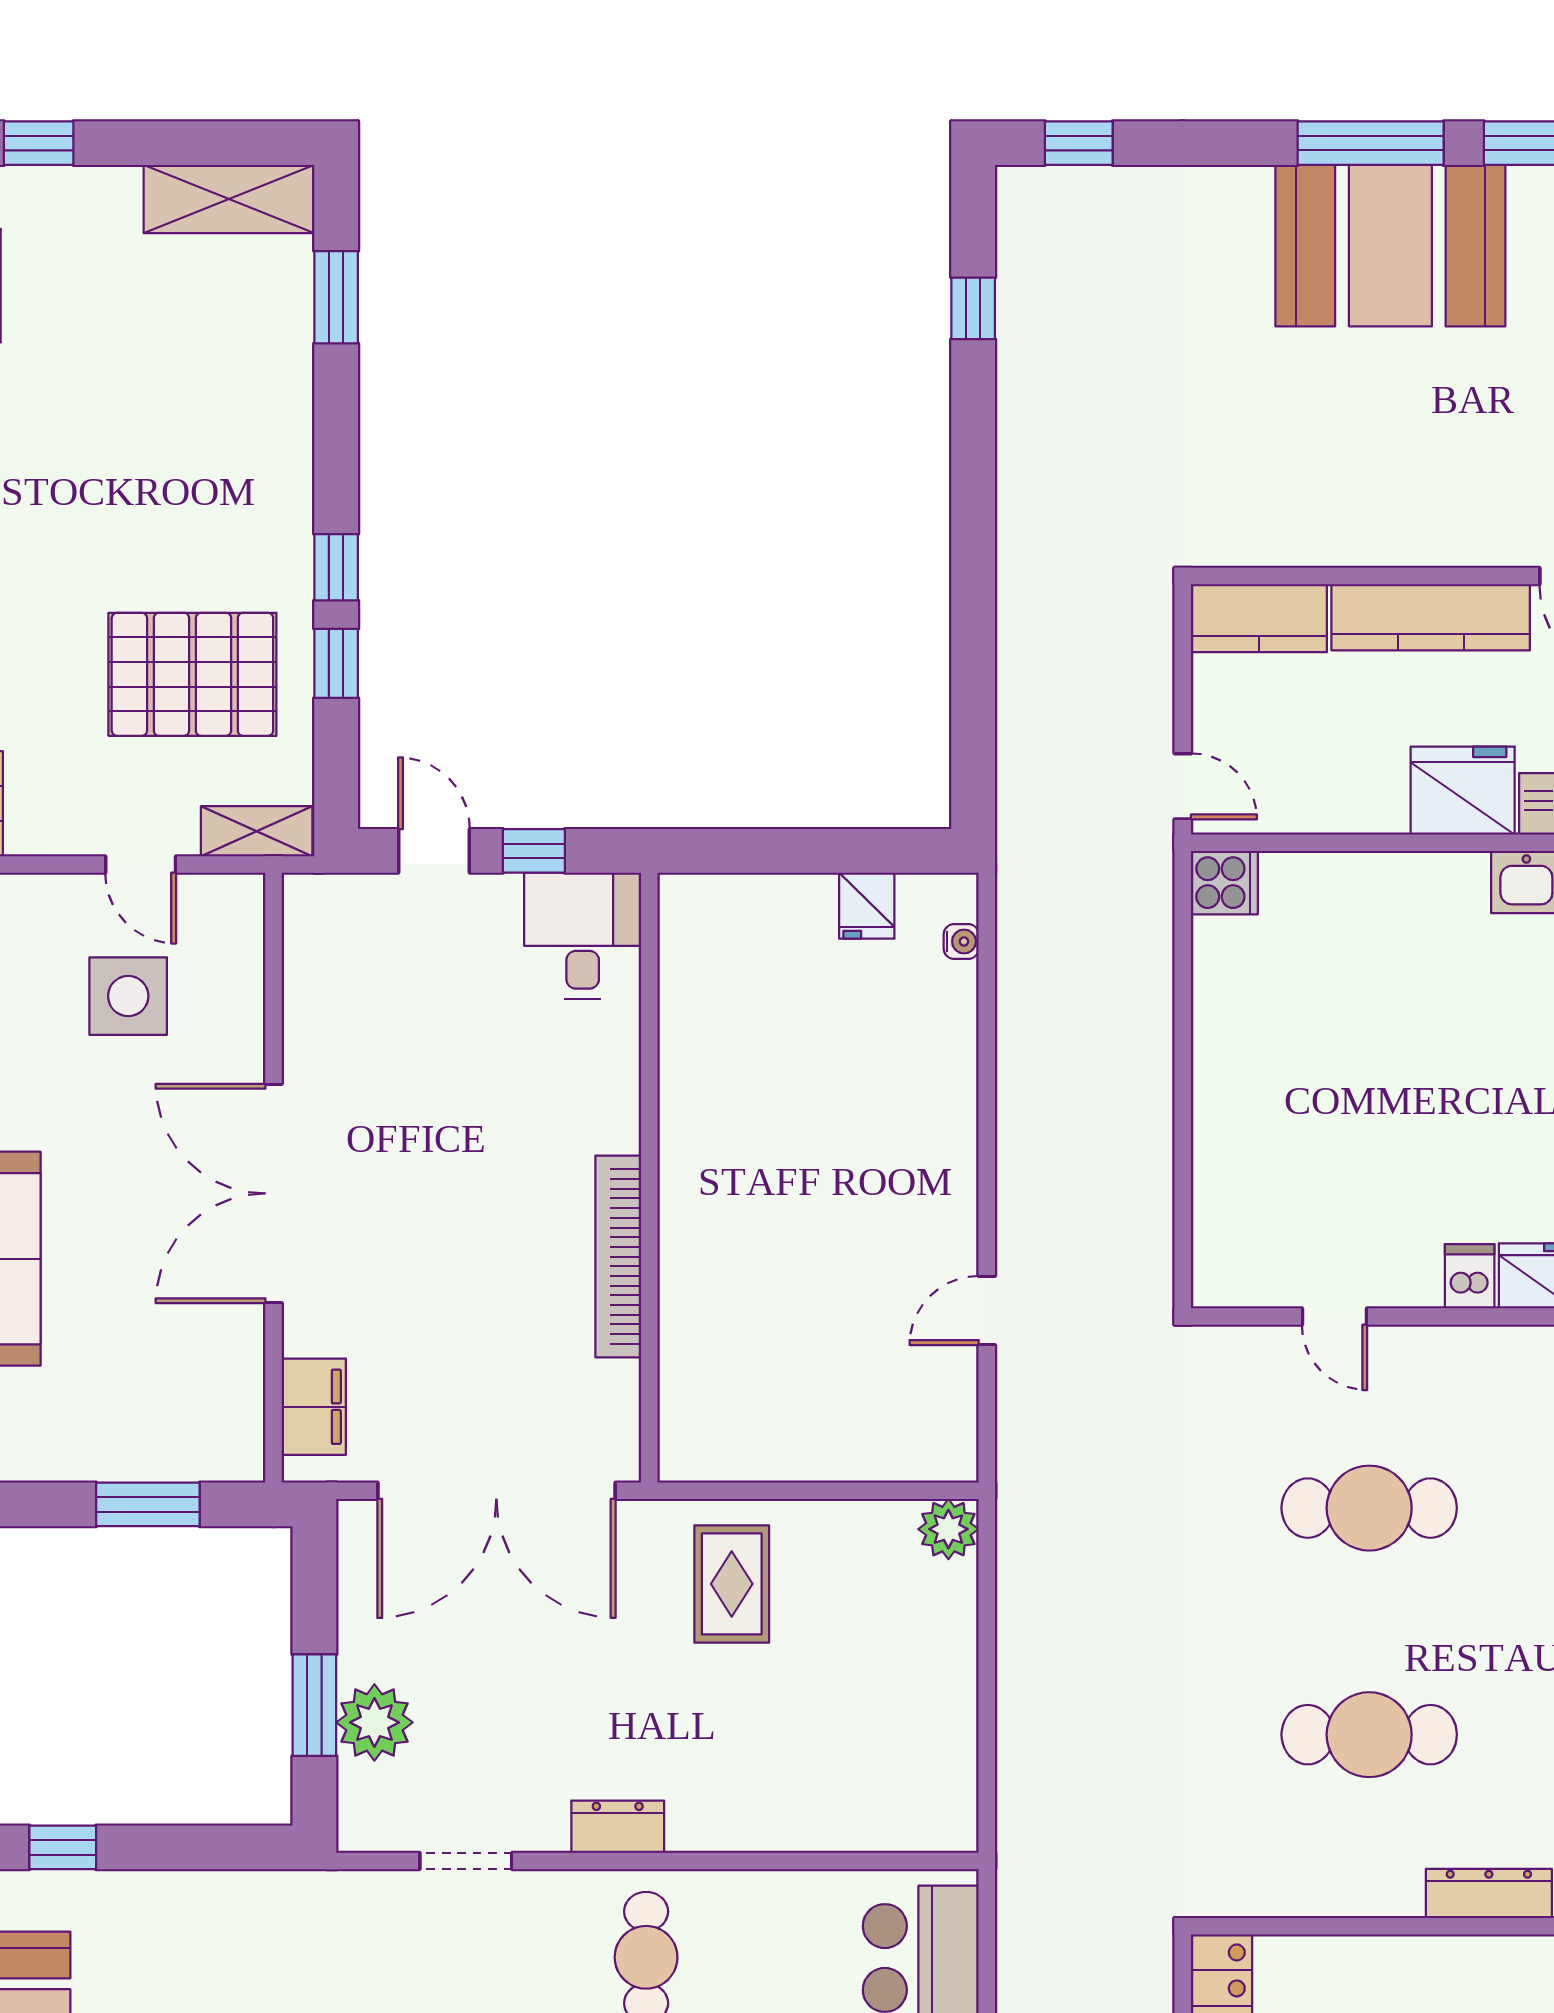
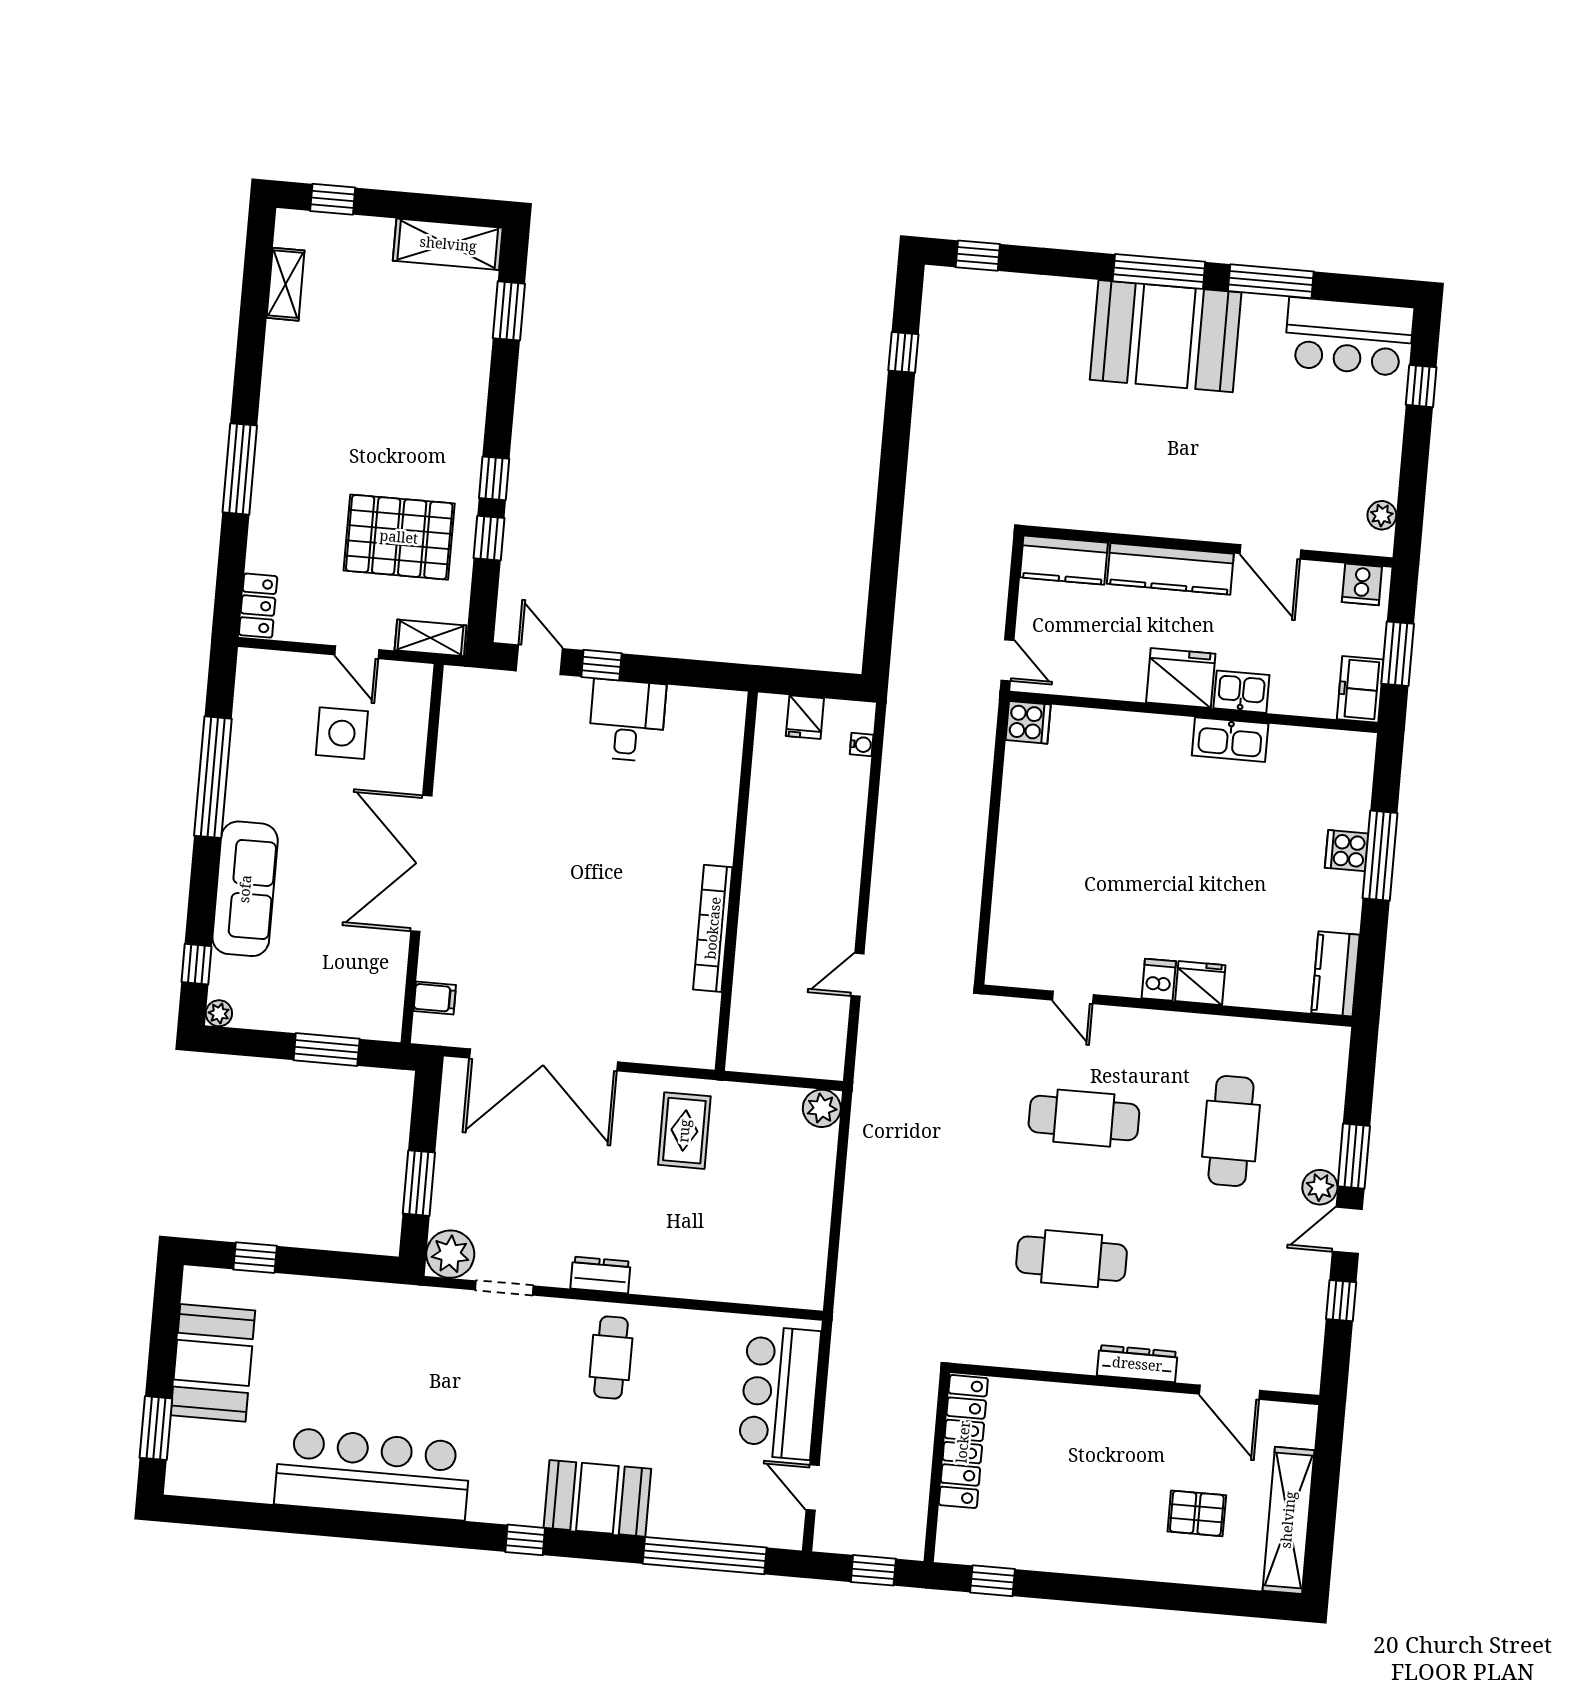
wall: (649, 1178) -> (736, 881), moved
bookcase: (618, 1257) -> (713, 928), moved
filing cabinet: (314, 1407) -> (435, 998), width x0.50
plant: (374, 1722) -> (450, 1254), moved

